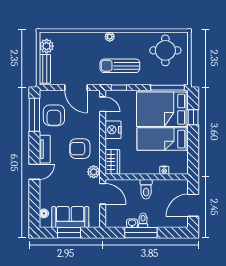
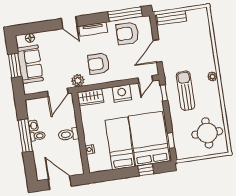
plant: (47, 46) -> (194, 16), removed
window: (168, 88) -> (171, 140), width x0.46
armchair: (80, 149) -> (99, 64), turned -90

